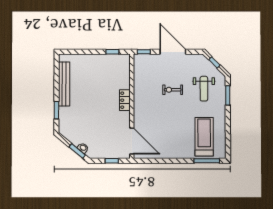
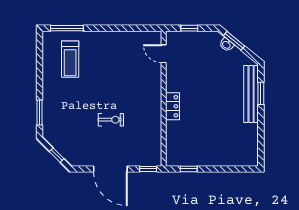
bench: (64, 84) -> (251, 94), moved
weight bench: (204, 89) -> (70, 121), removed
treadmill: (204, 137) -> (70, 59), width x0.73, depth x0.73
door: (132, 141) -> (164, 54), width x0.53

